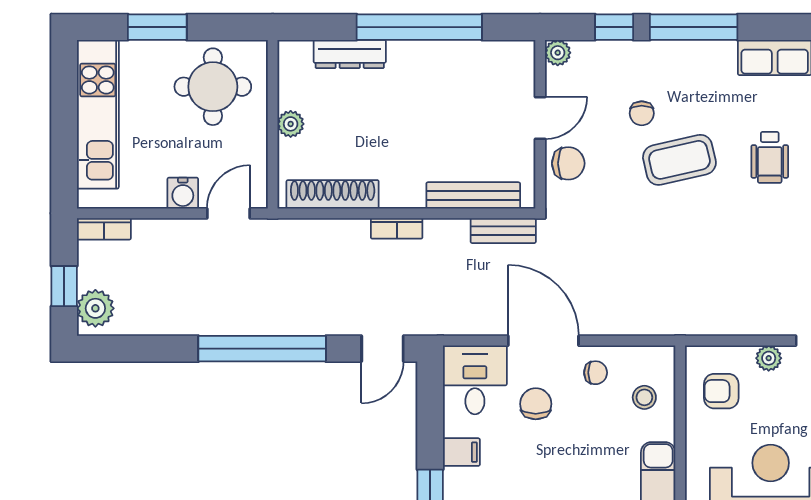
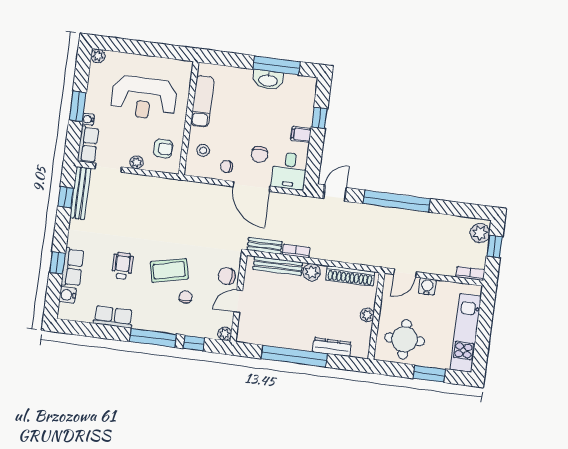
plant: (407, 192) -> (312, 272), added
bookcase: (397, 228) -> (296, 251), moved

